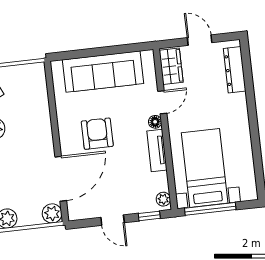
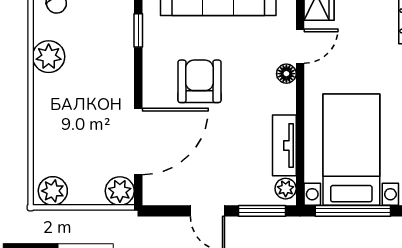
window: (52, 104) -> (138, 30), added
tv unit: (157, 150) -> (284, 145), moved
window: (149, 216) -> (262, 211), width x1.50

